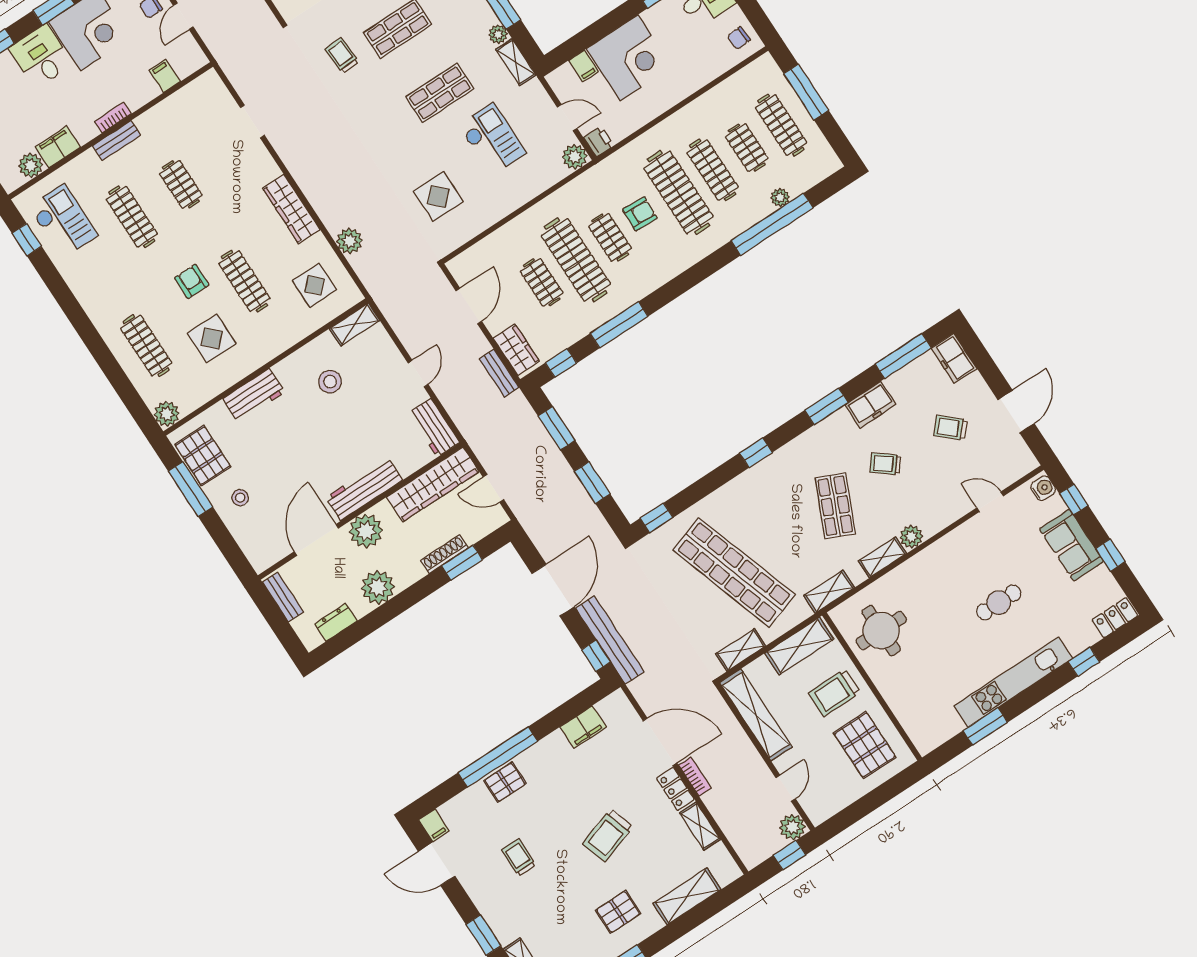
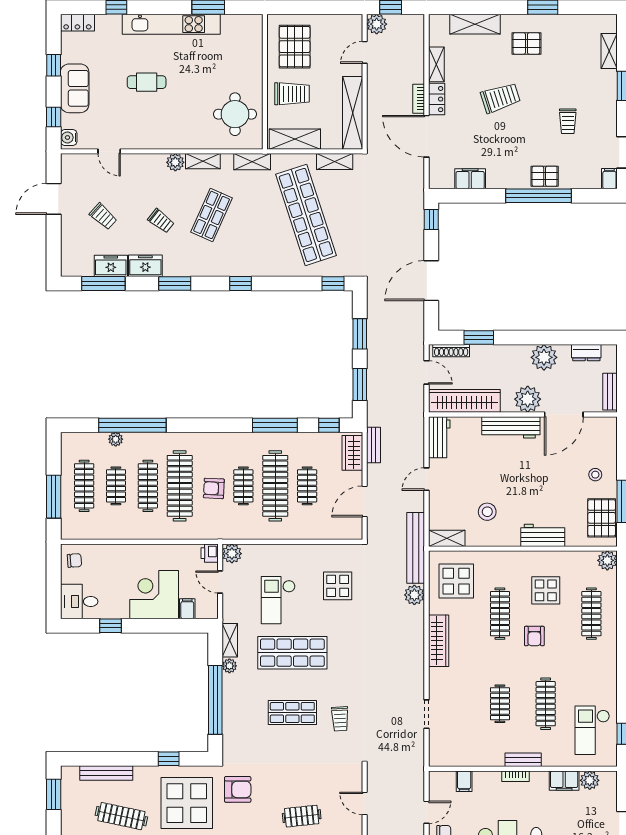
shop shelf: (440, 93) -> (292, 653), width x1.43, depth x1.36
display table: (314, 285) -> (456, 581), width x1.36, depth x1.36
freezer: (954, 358) -> (111, 266), moved, turned -90
shoe rack: (444, 554) -> (451, 351), moved
bench: (610, 640) -> (416, 548), moved

